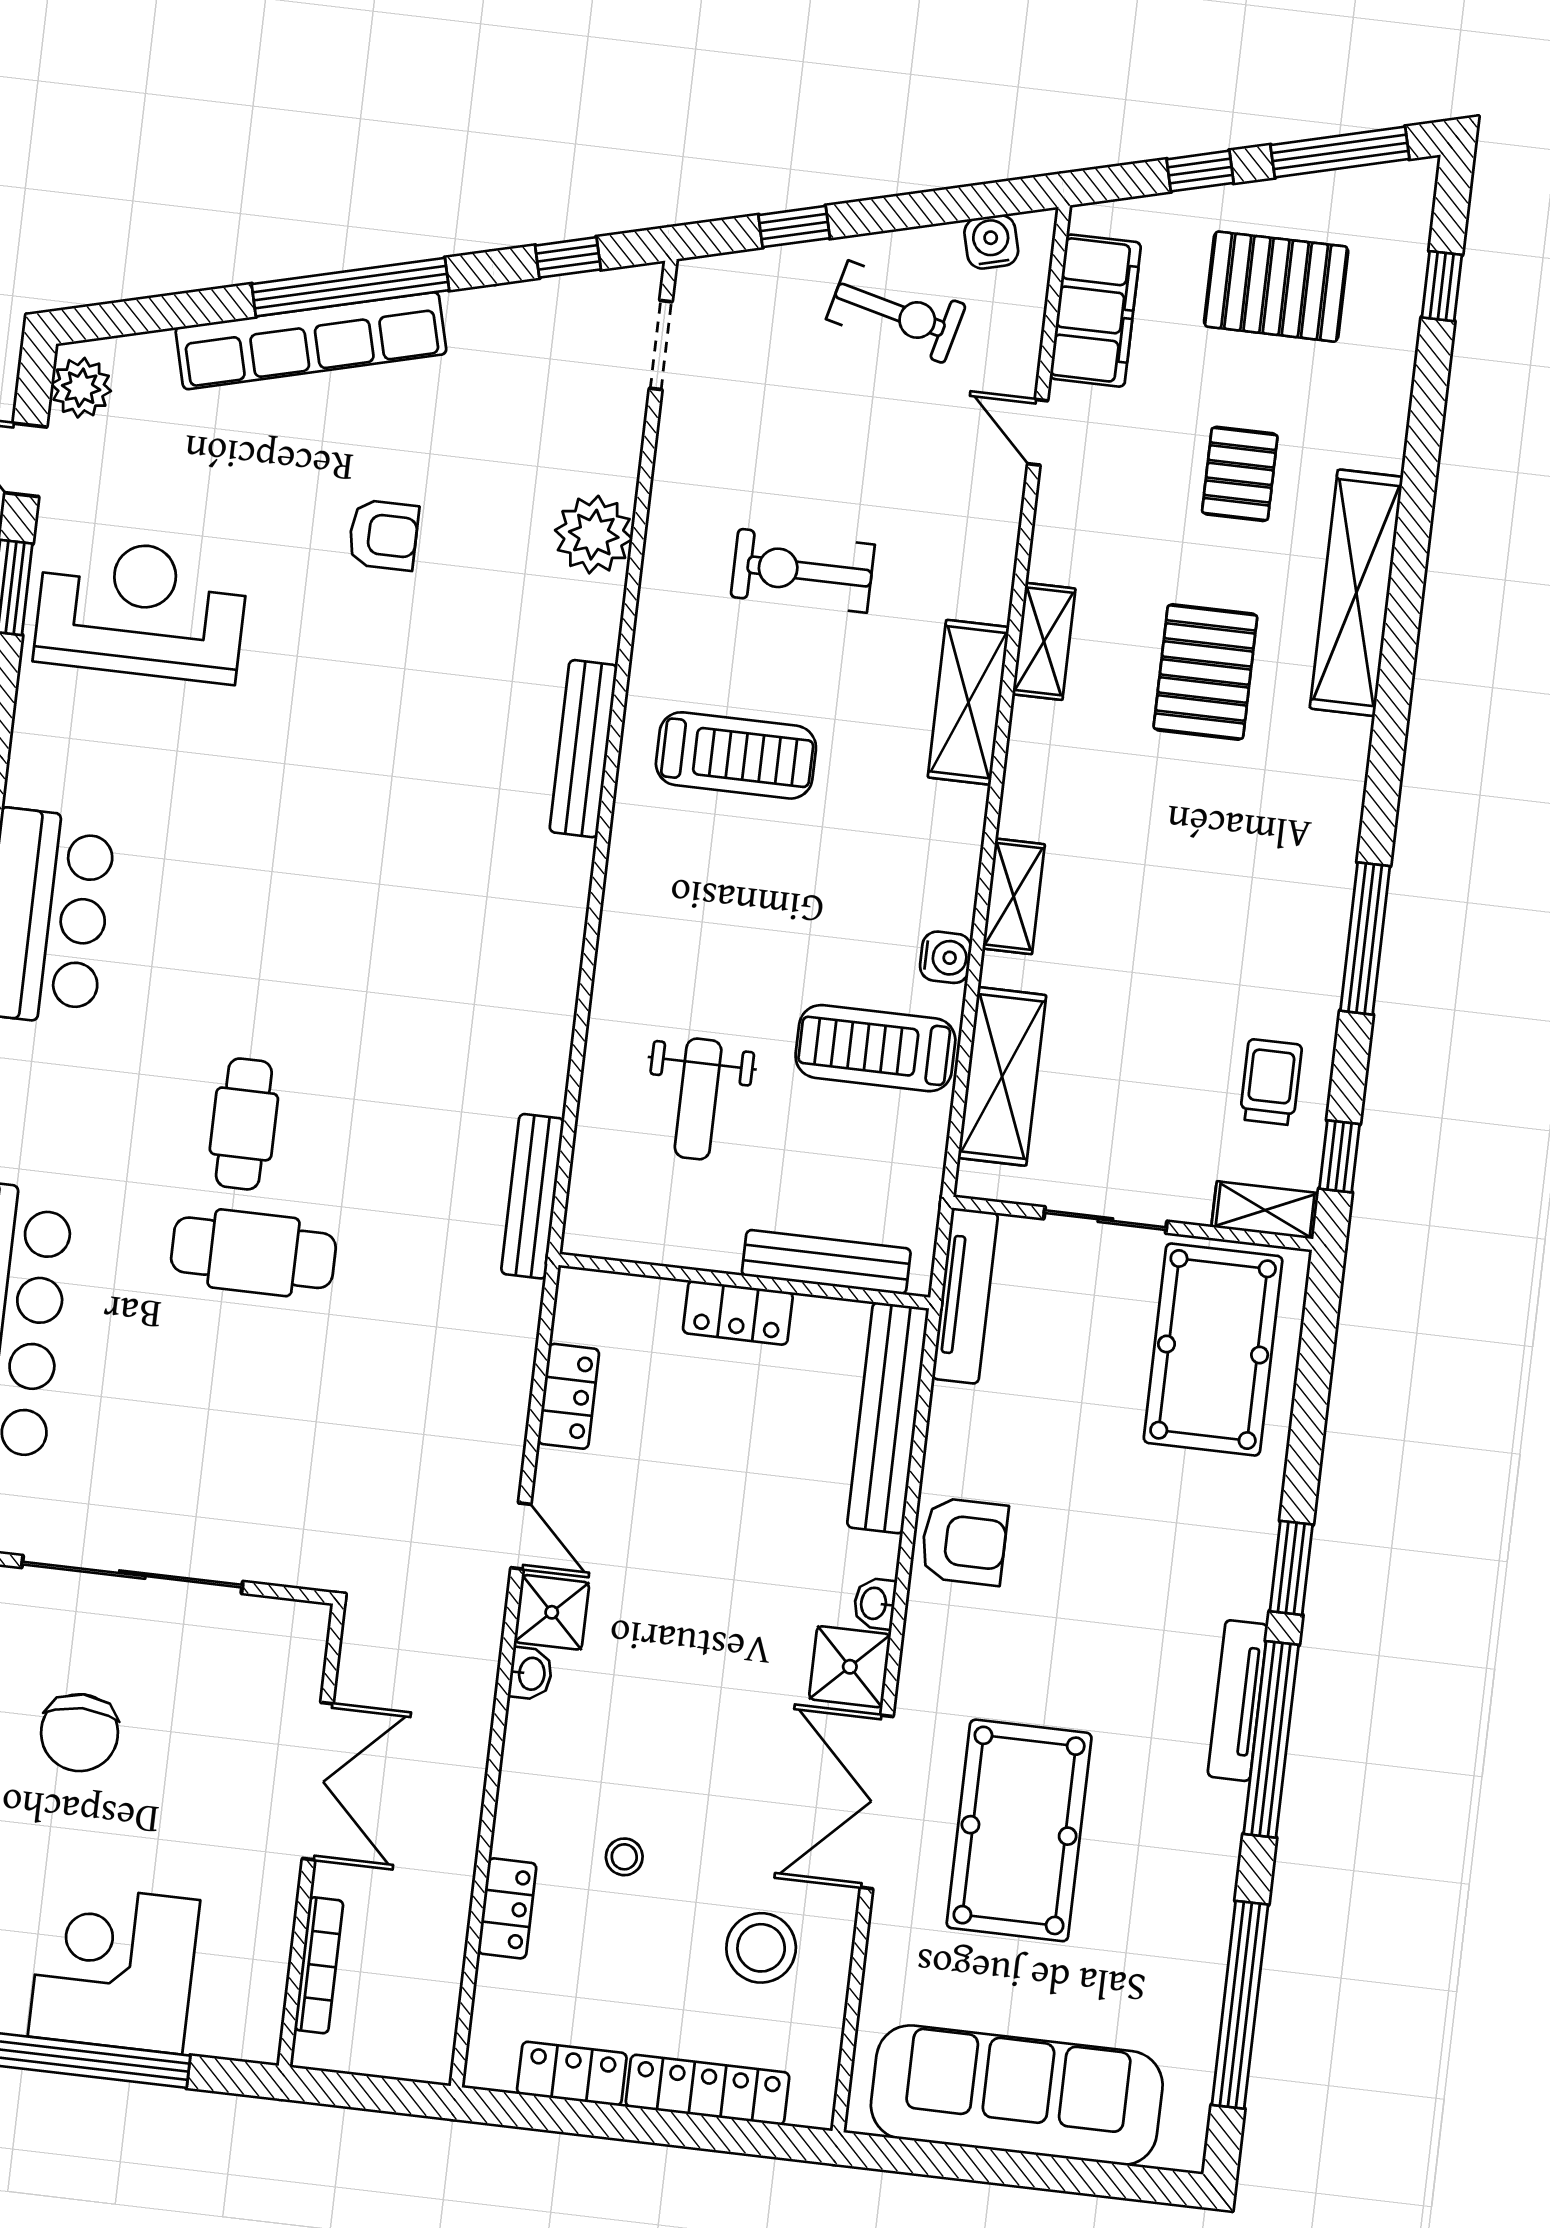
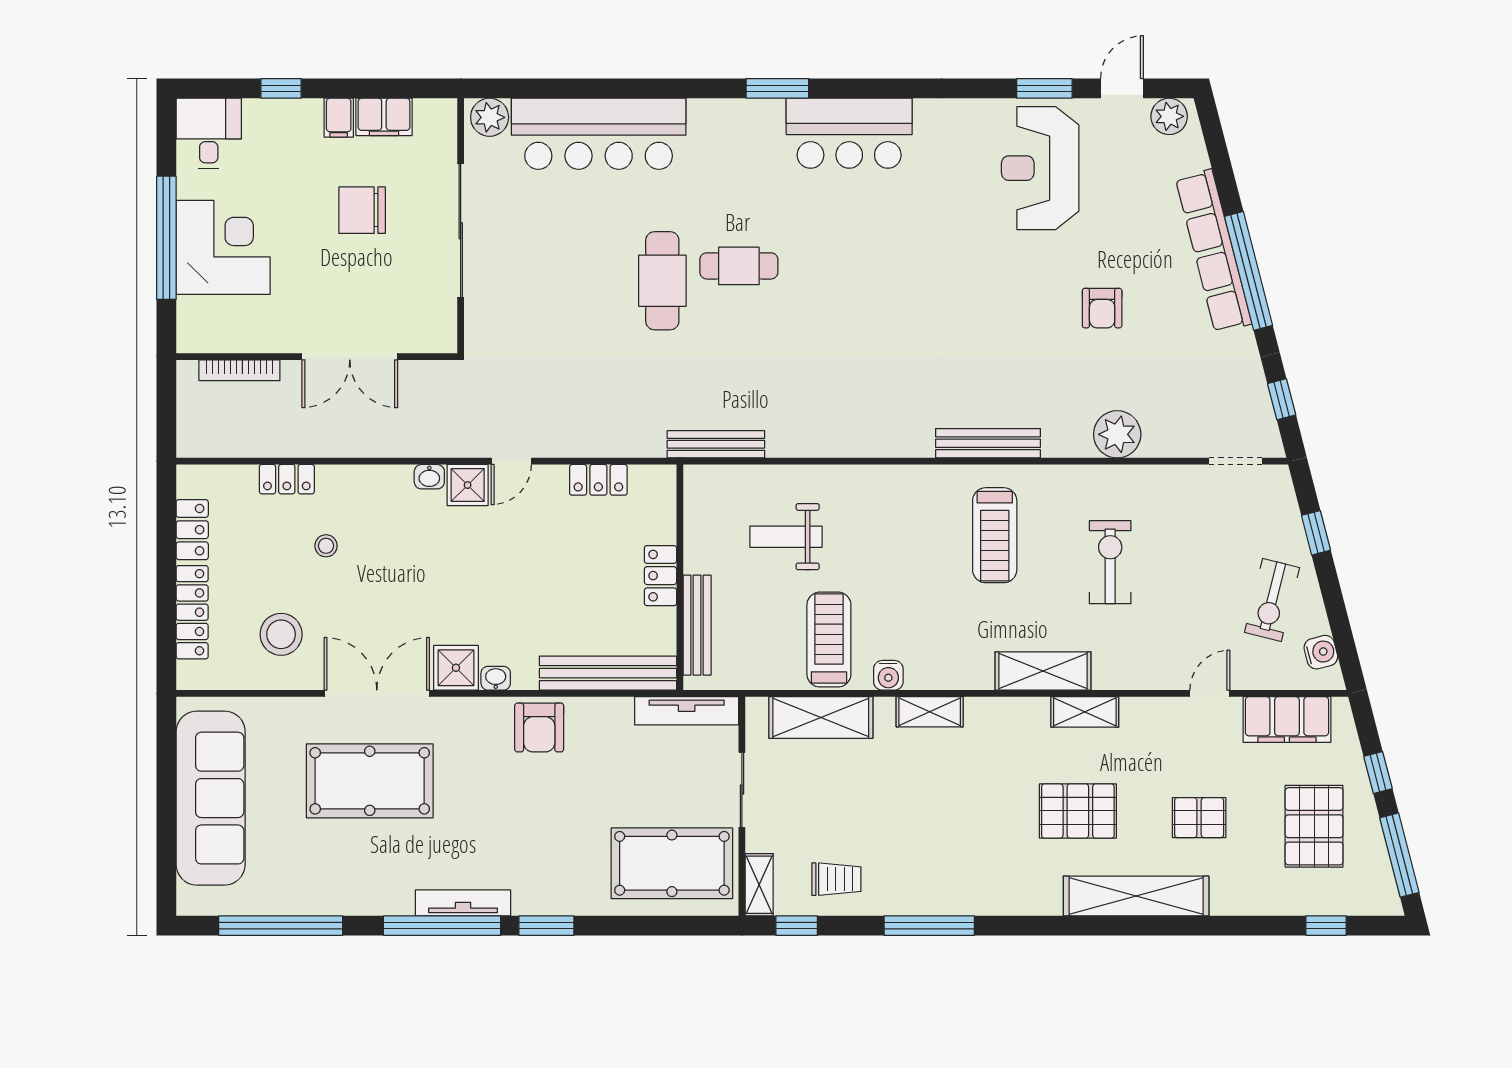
reception desk: (141, 610) -> (1040, 168), turned 180

